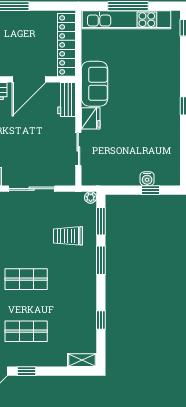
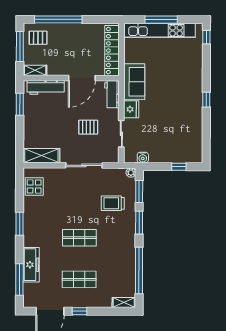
pallet: (37, 141) -> (88, 127), added
water cooler: (147, 179) -> (143, 158), moved
window: (101, 320) -> (139, 271), width x3.17

